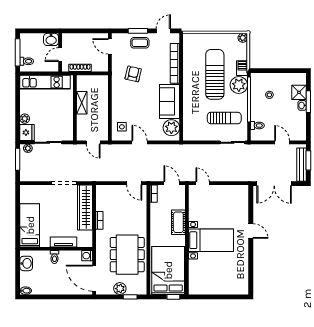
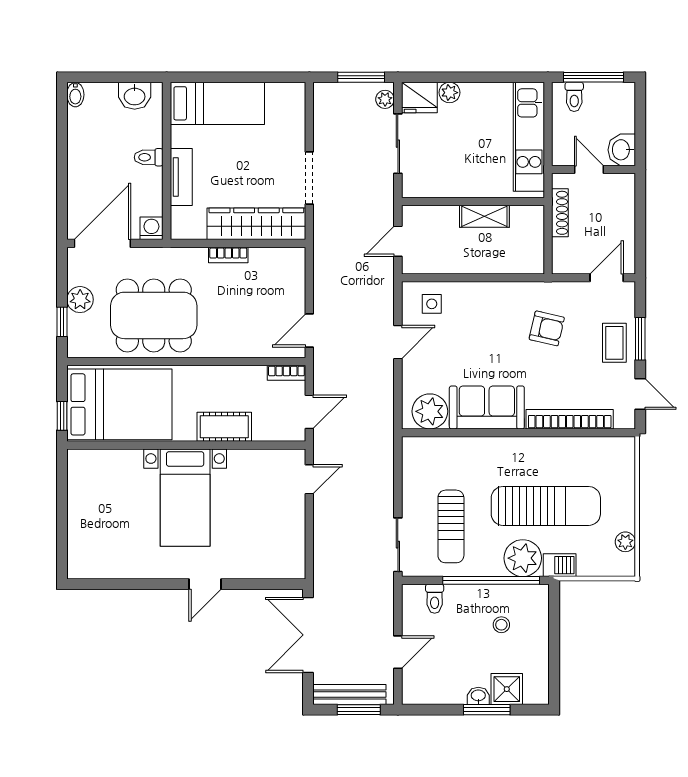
plant: (243, 38) -> (625, 542), moved

